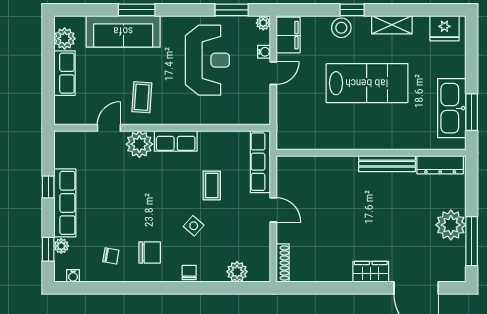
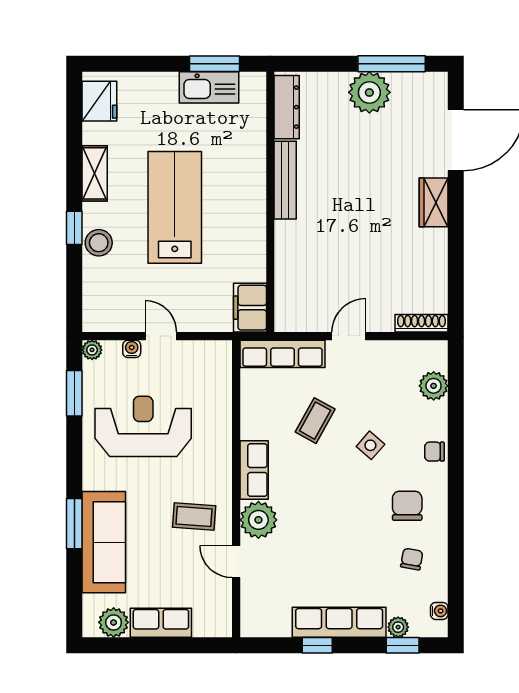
filing cabinet: (288, 35) -> (250, 308), moved, turned -90
kitchen sink: (452, 108) -> (209, 87), width x0.73, depth x0.81
coffee table: (212, 185) -> (315, 421), turned -61

